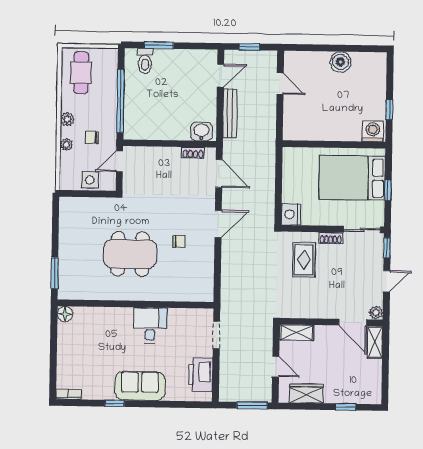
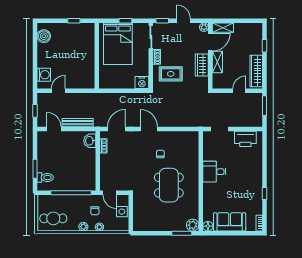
boiler: (341, 62) -> (44, 36), moved
washing machine: (373, 131) -> (44, 75), moved, turned 180
plant: (67, 290) -> (193, 225), added
wardrobe: (317, 308) -> (202, 65), added
shelving: (297, 333) -> (217, 62), moved
sofa: (140, 386) -> (230, 222), moved, turned 90
wardrobe: (306, 393) -> (256, 71), width x1.50

